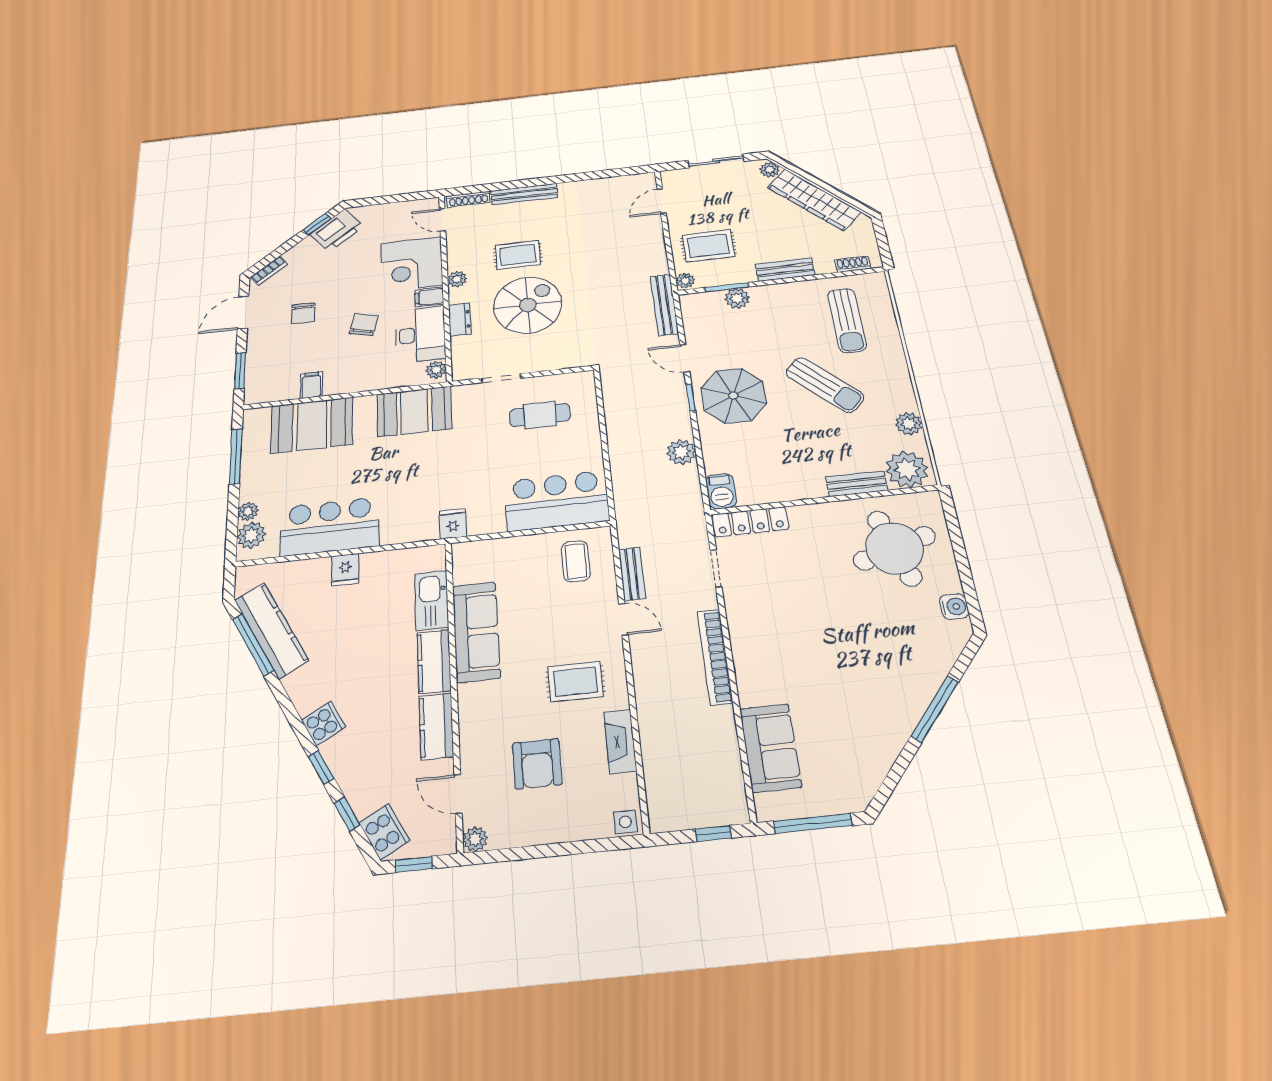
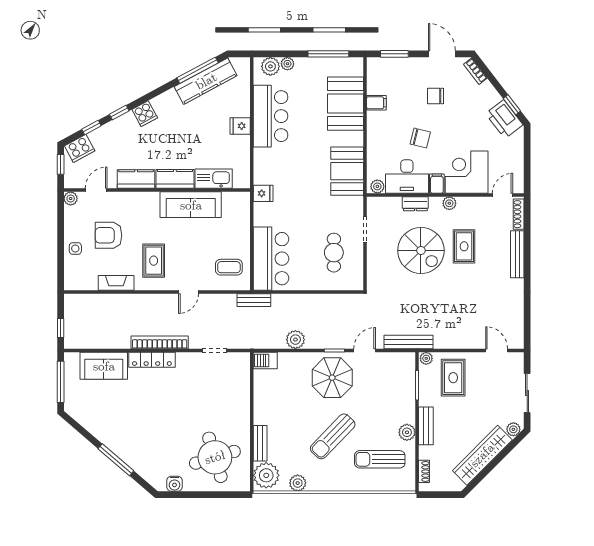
plant: (737, 298) -> (407, 432), moved
locker: (750, 522) -> (152, 360), moved, turned -90
bench: (632, 574) -> (254, 300), moved
side table: (625, 822) -> (75, 248), moved

